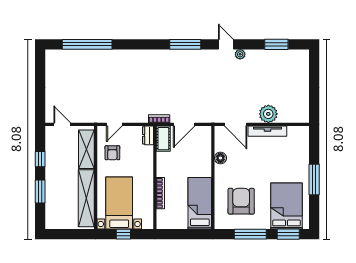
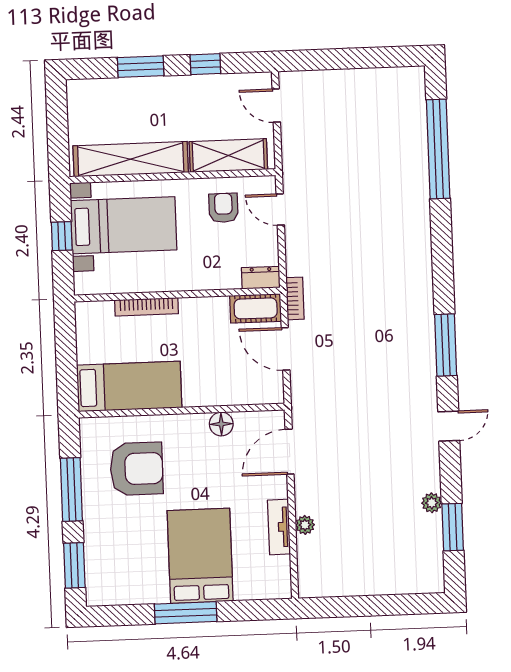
plant: (240, 54) -> (432, 503), moved
plant: (268, 114) -> (305, 525), width x0.53, depth x0.53
door: (62, 124) -> (276, 106), swing flipped
tv unit: (267, 131) -> (279, 527), width x0.71
armchair: (112, 153) -> (223, 208), turned 90
bed: (286, 206) -> (200, 556), moved, turned -90

